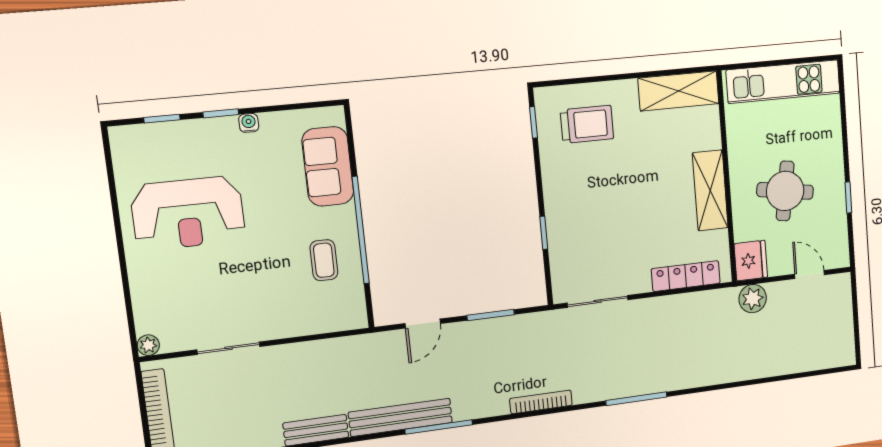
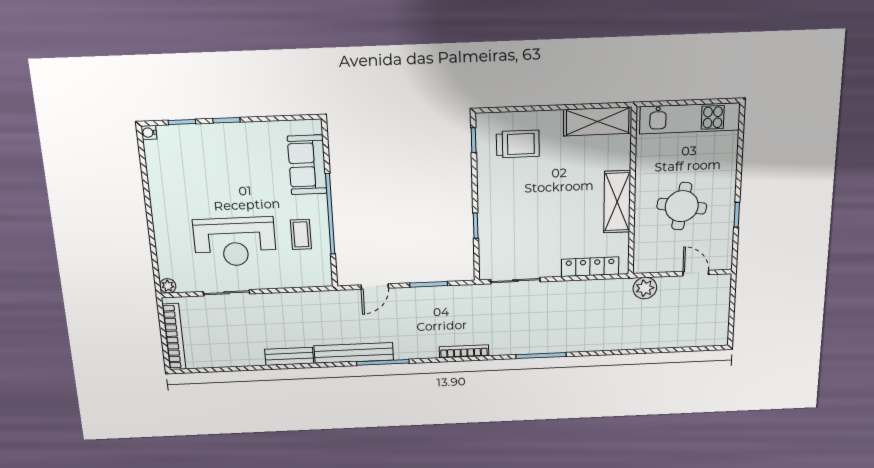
water cooler: (249, 123) -> (149, 133), moved, turned -90
reception desk: (188, 213) -> (235, 242), moved
fridge: (751, 261) -> (646, 259), removed

